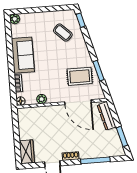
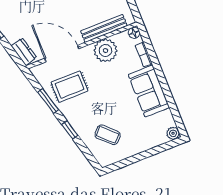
window: (81, 20) -> (70, 130), moved
plant: (42, 99) -> (105, 50), width x1.88, depth x1.88
bench: (42, 111) -> (104, 28), added
dresser: (107, 116) -> (24, 52), width x0.70

